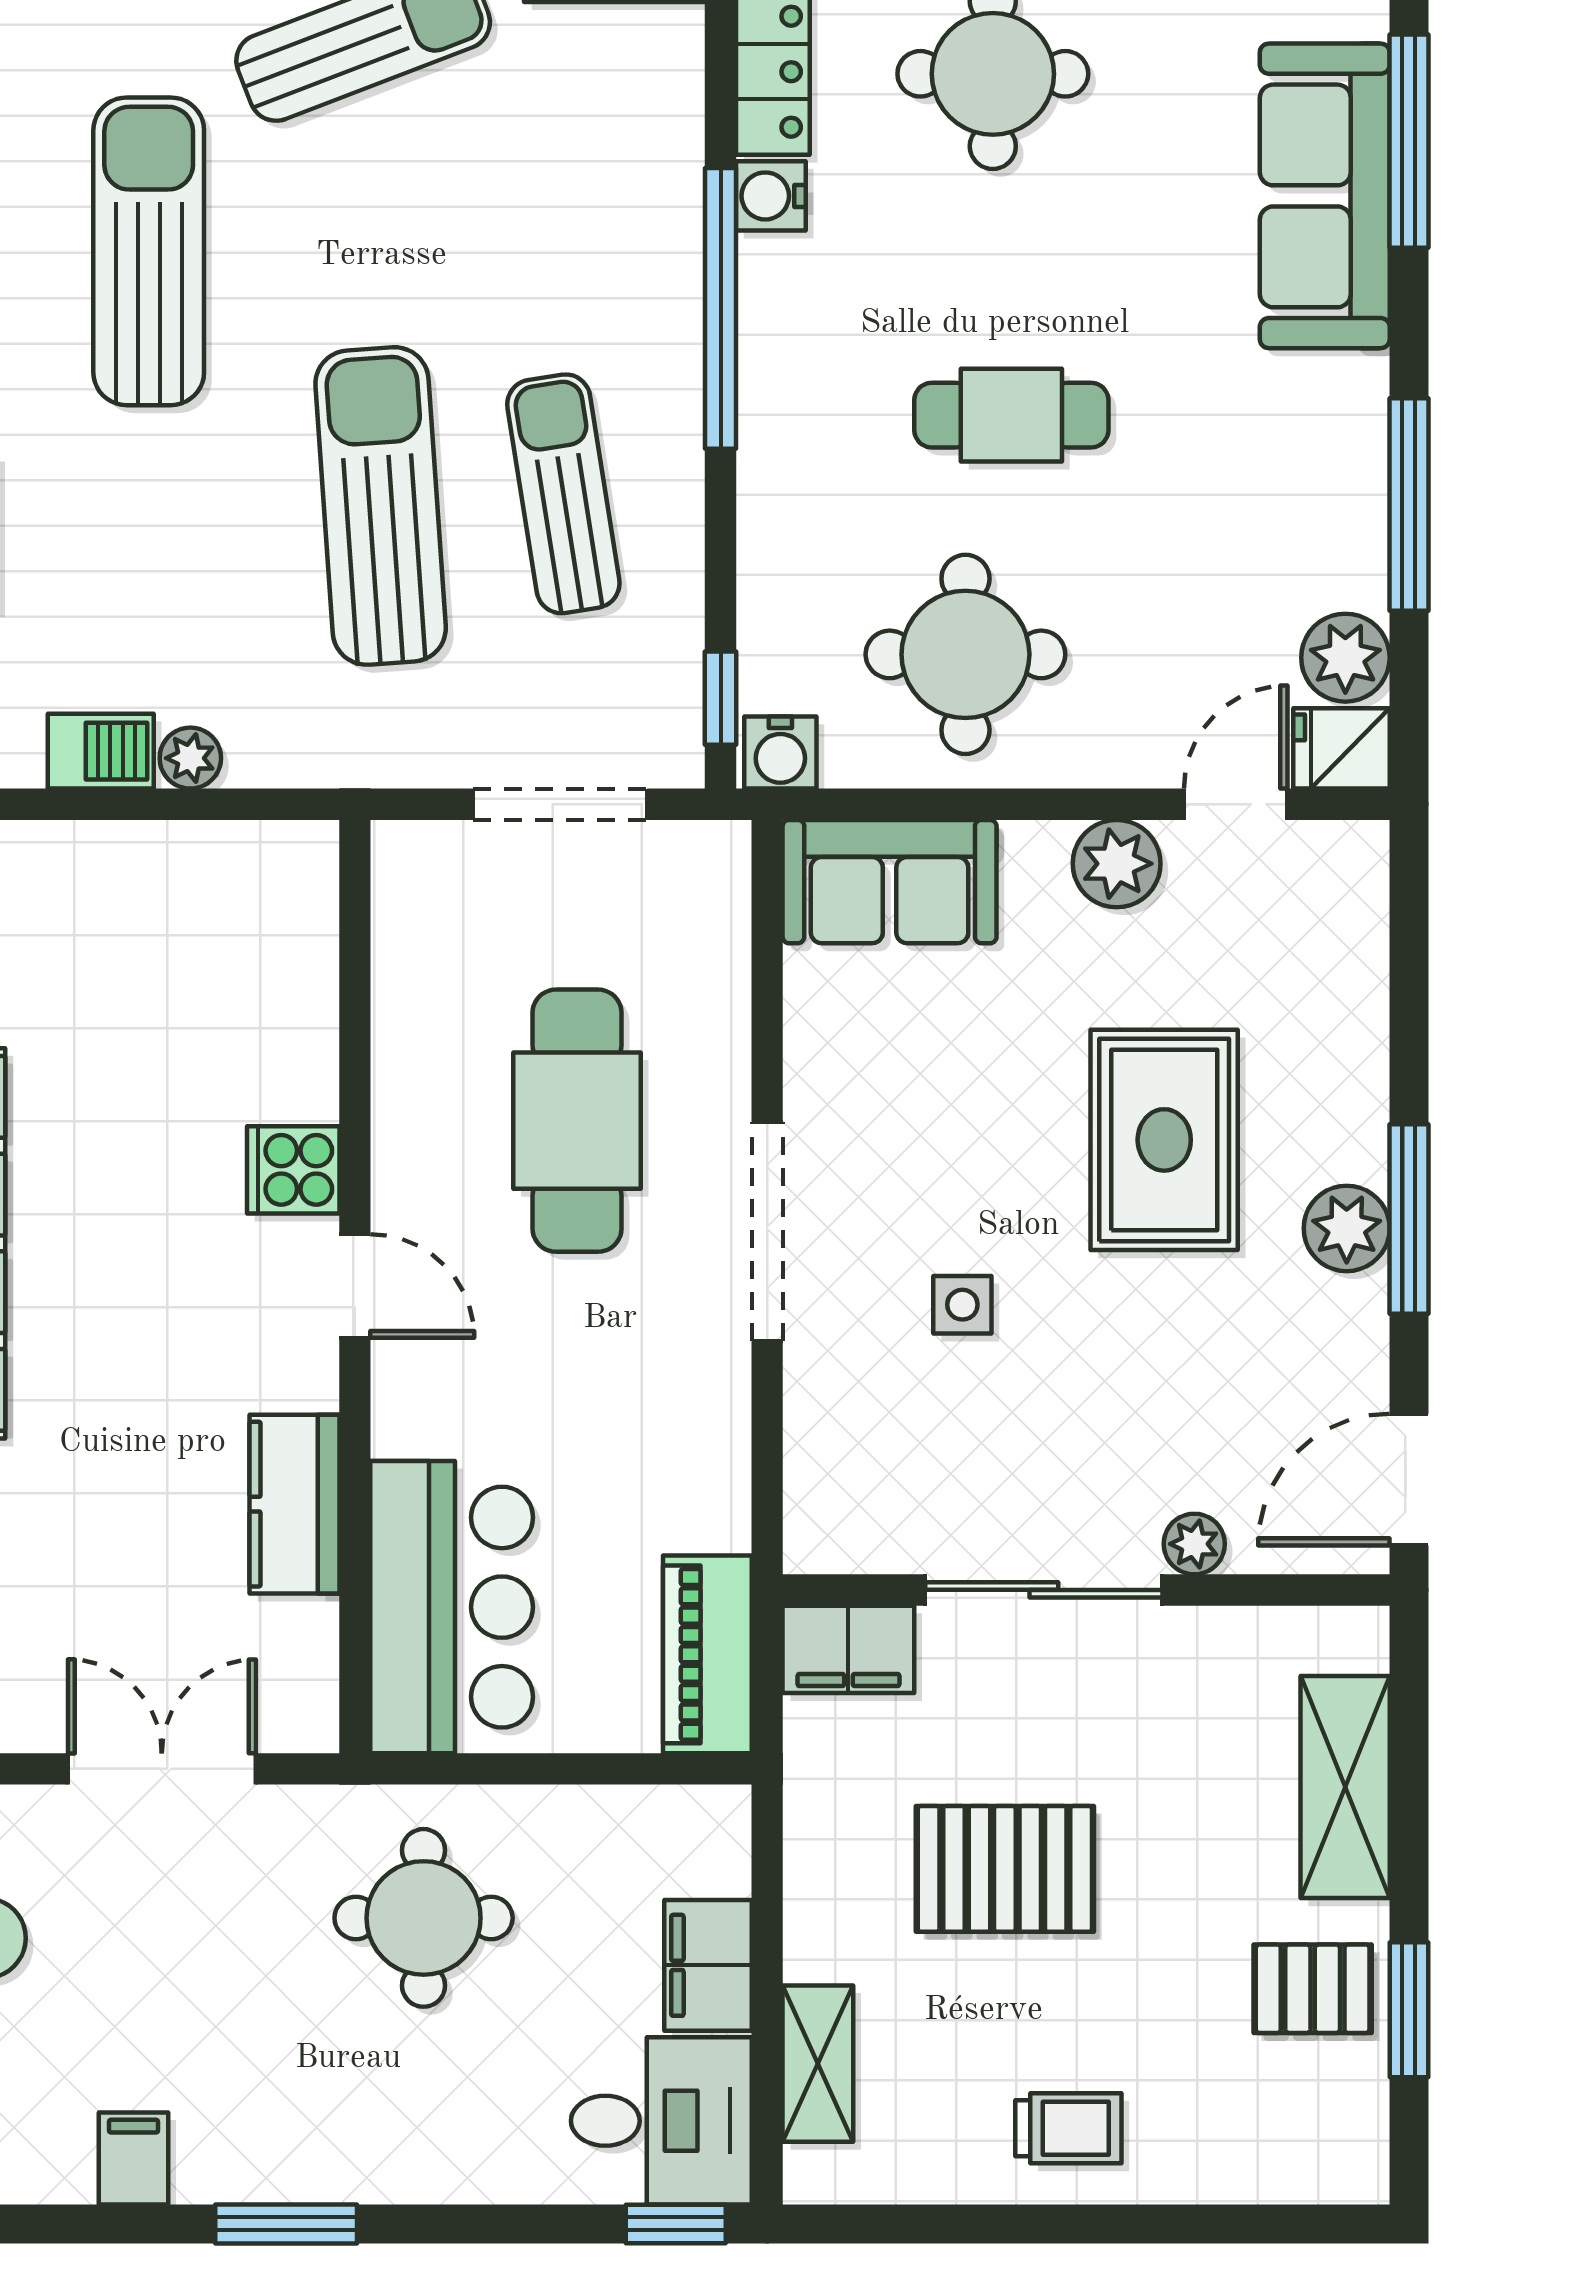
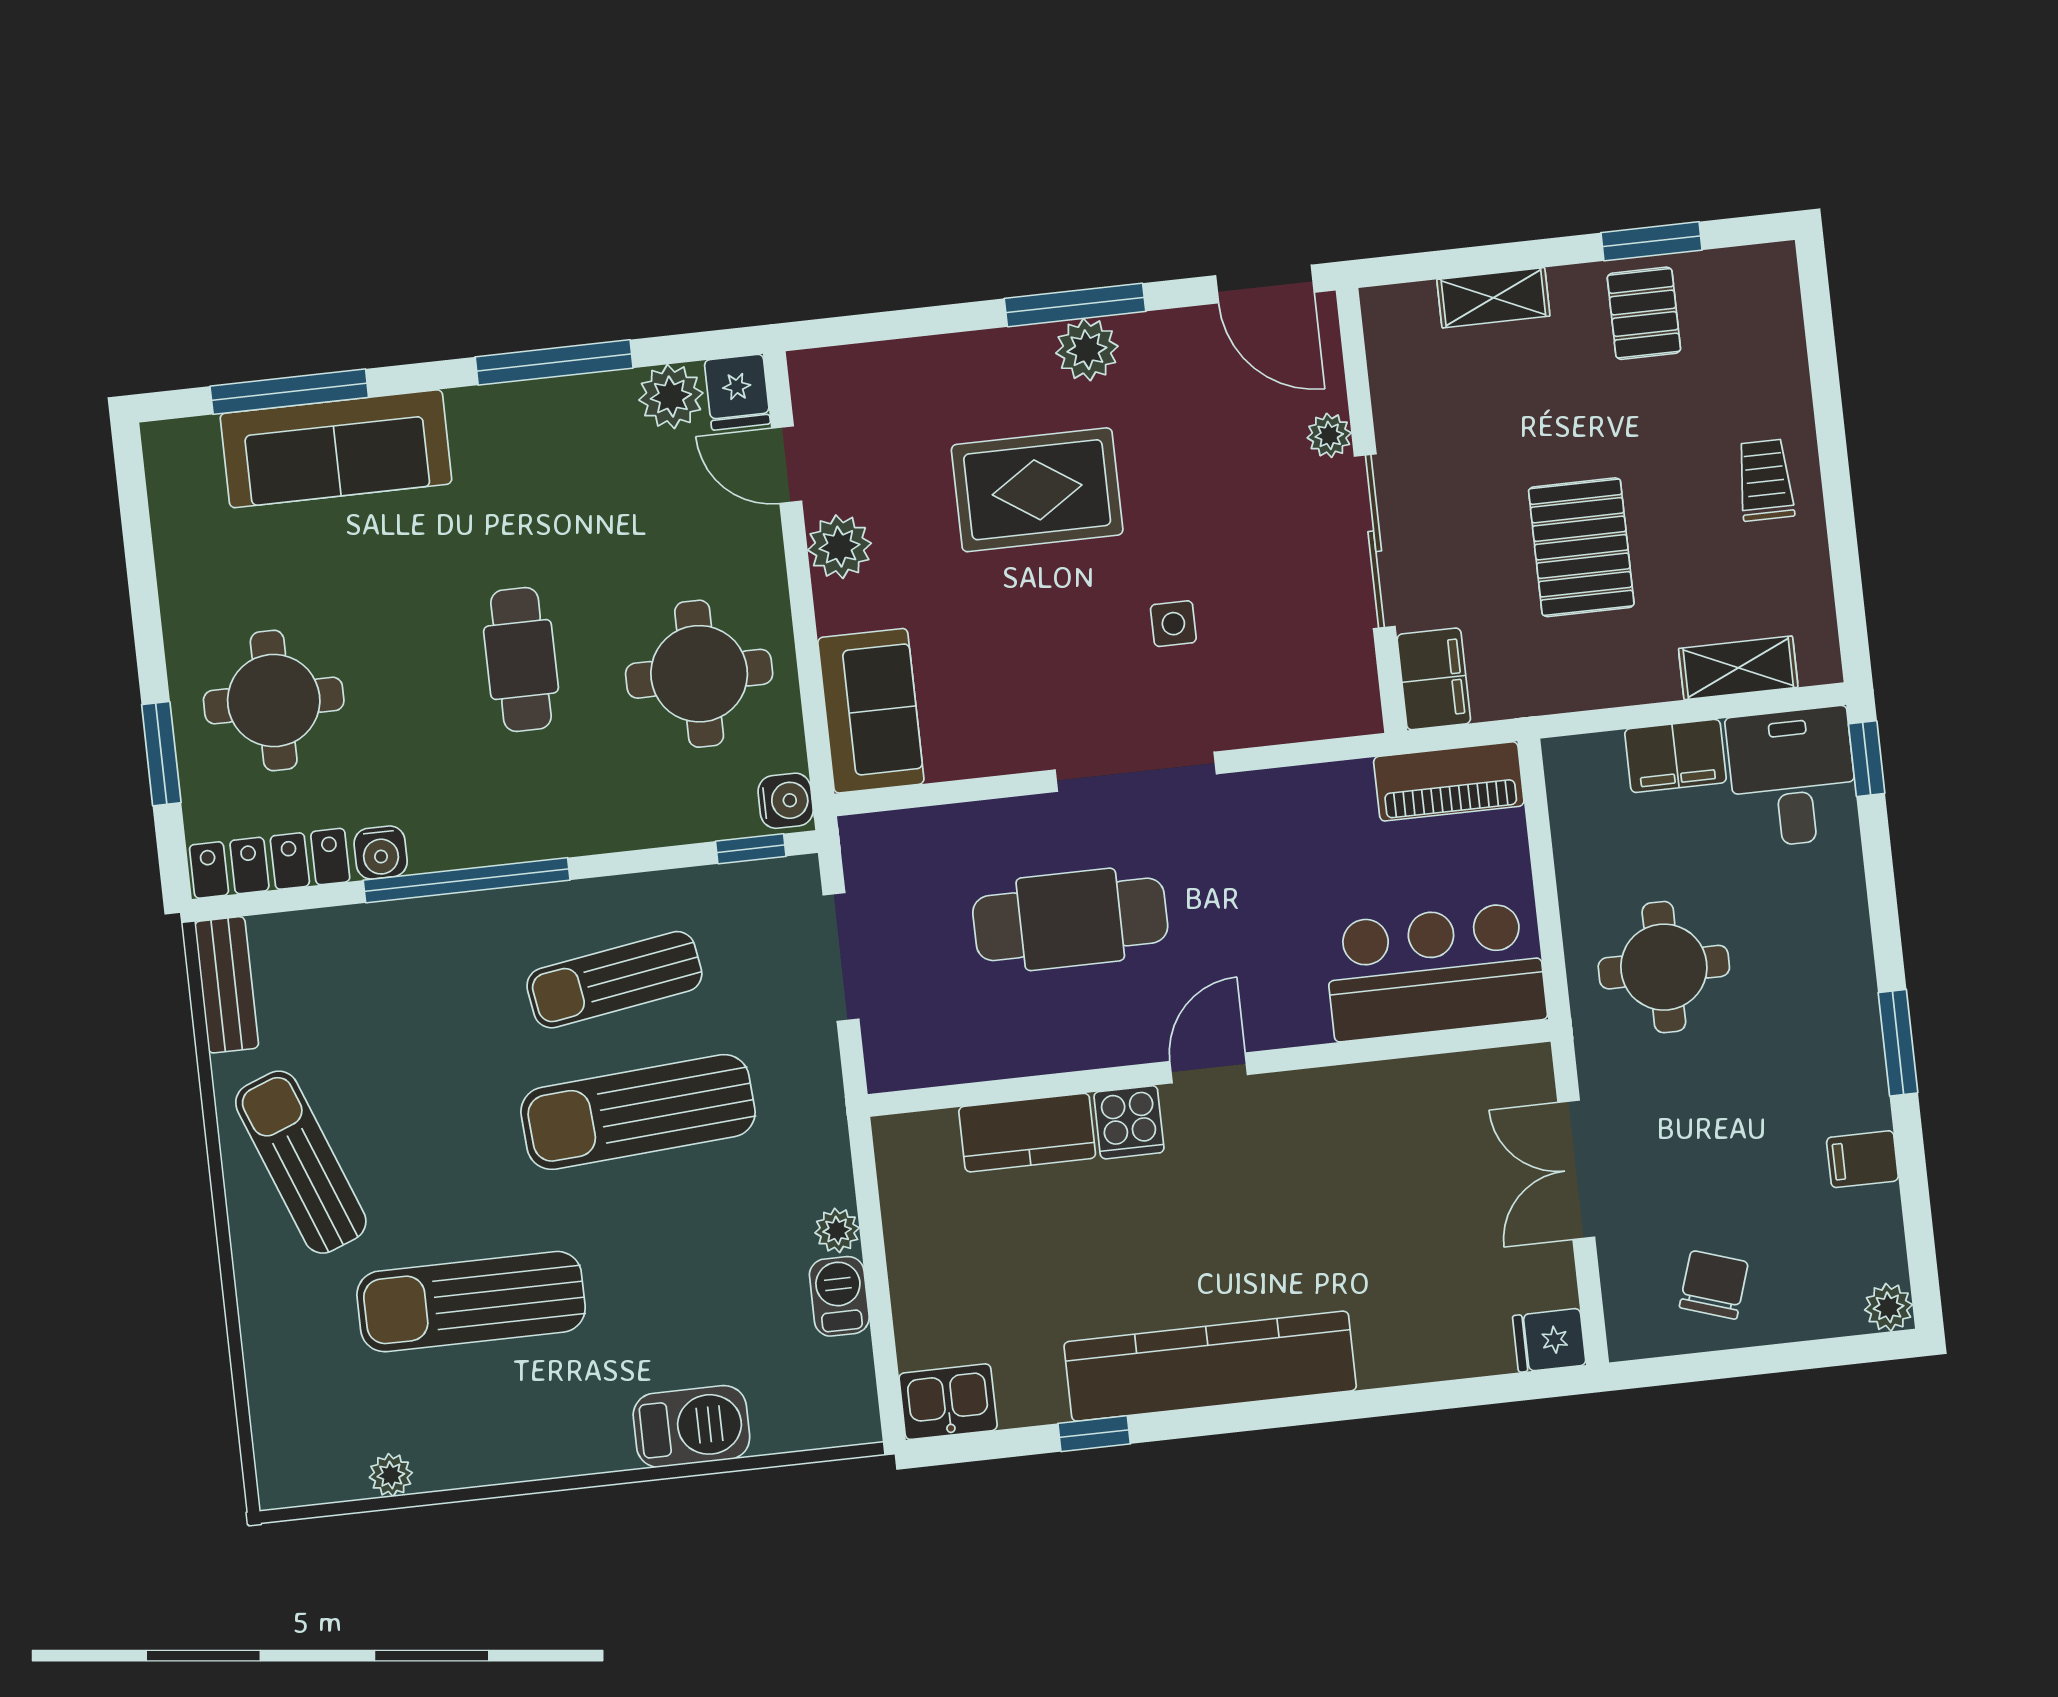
kitchen counter: (295, 1504) -> (1027, 1133), moved
shelving: (1345, 1787) -> (1493, 298), width x0.67, depth x0.75

